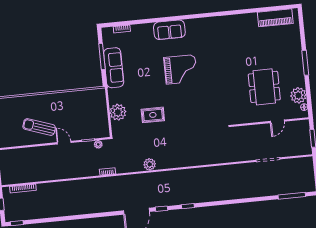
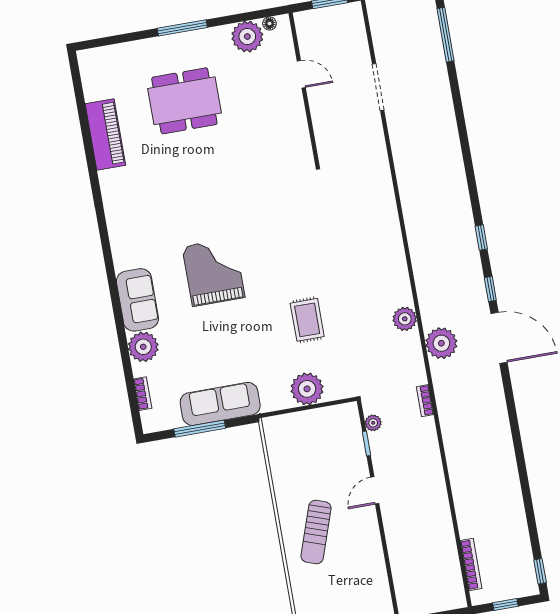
piano: (275, 18) -> (105, 135), moved
plant: (145, 31) -> (143, 347), added
dining table: (264, 87) -> (184, 101), moved
sun lounger: (39, 127) -> (316, 532), moved
plant: (136, 182) -> (441, 343), added

